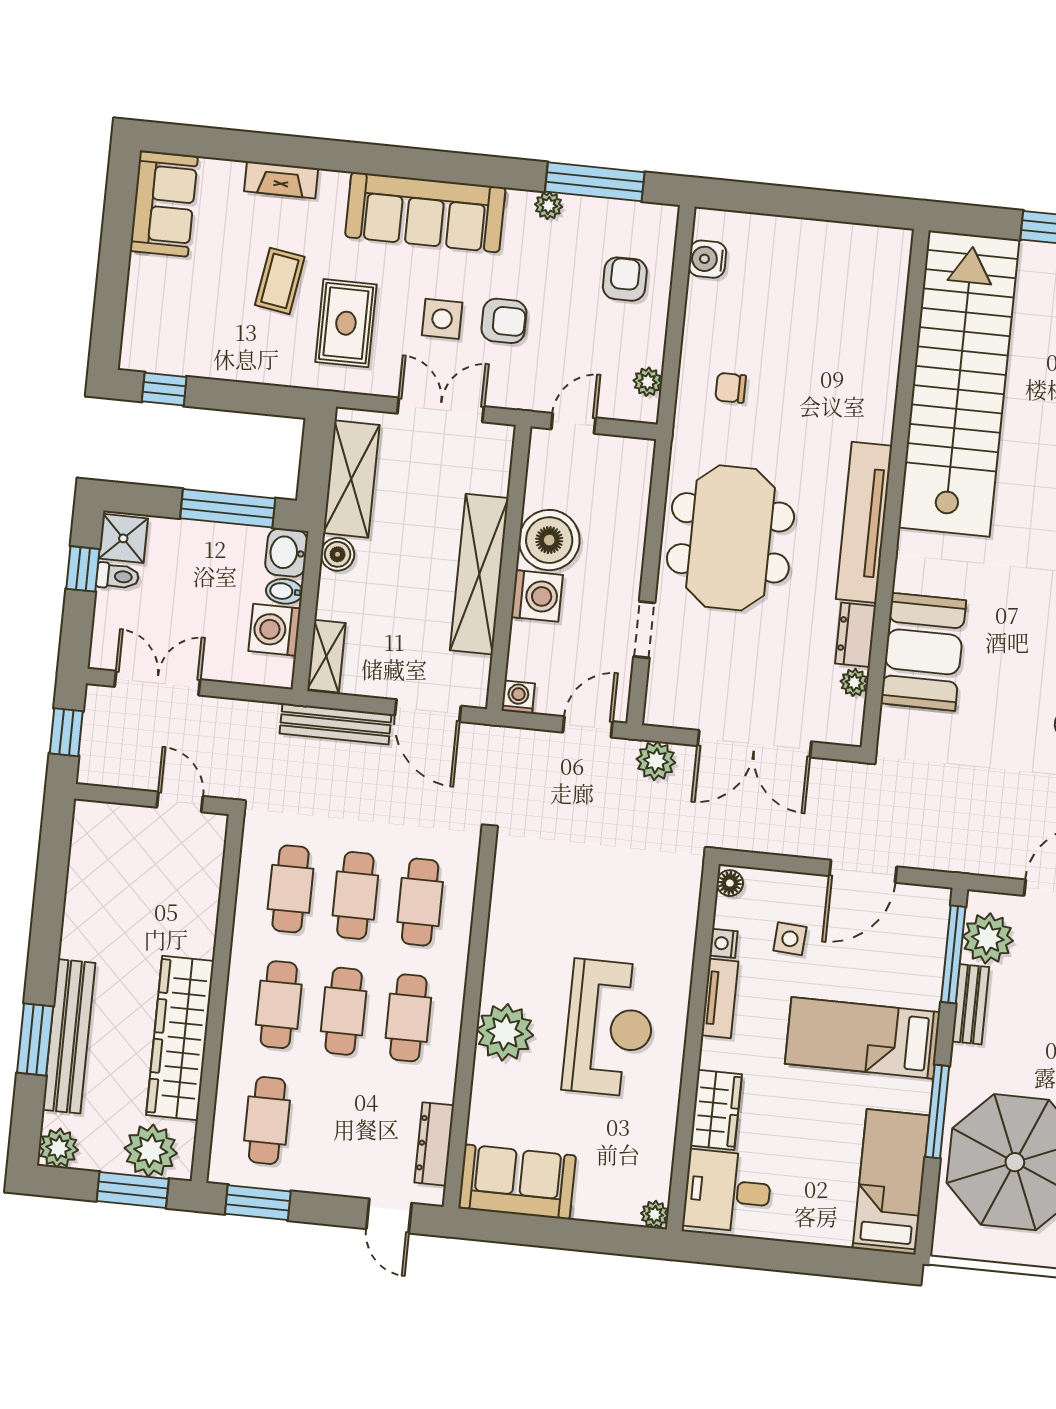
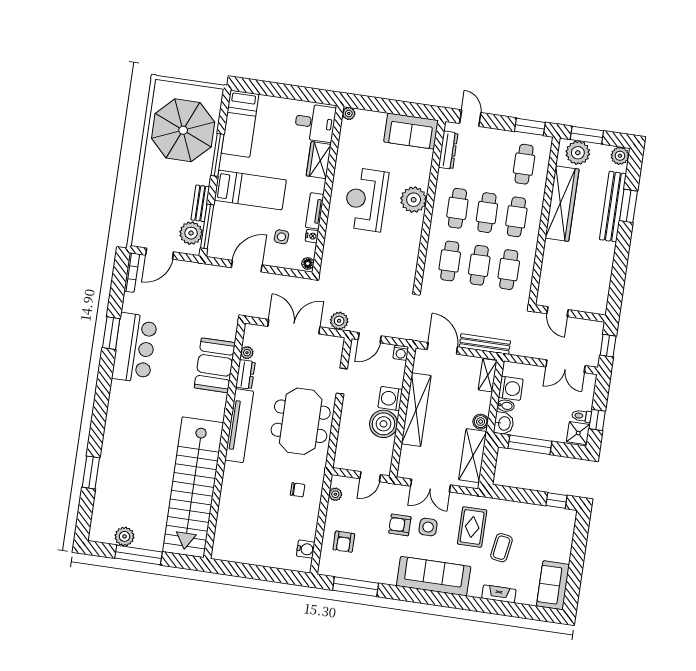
plant: (549, 206) -> (377, 577), removed

